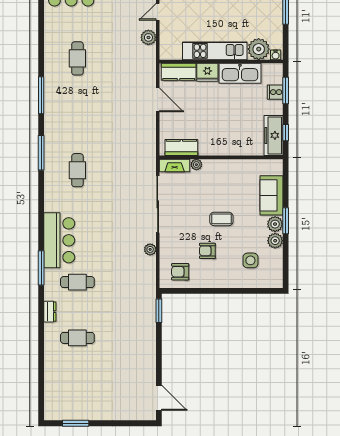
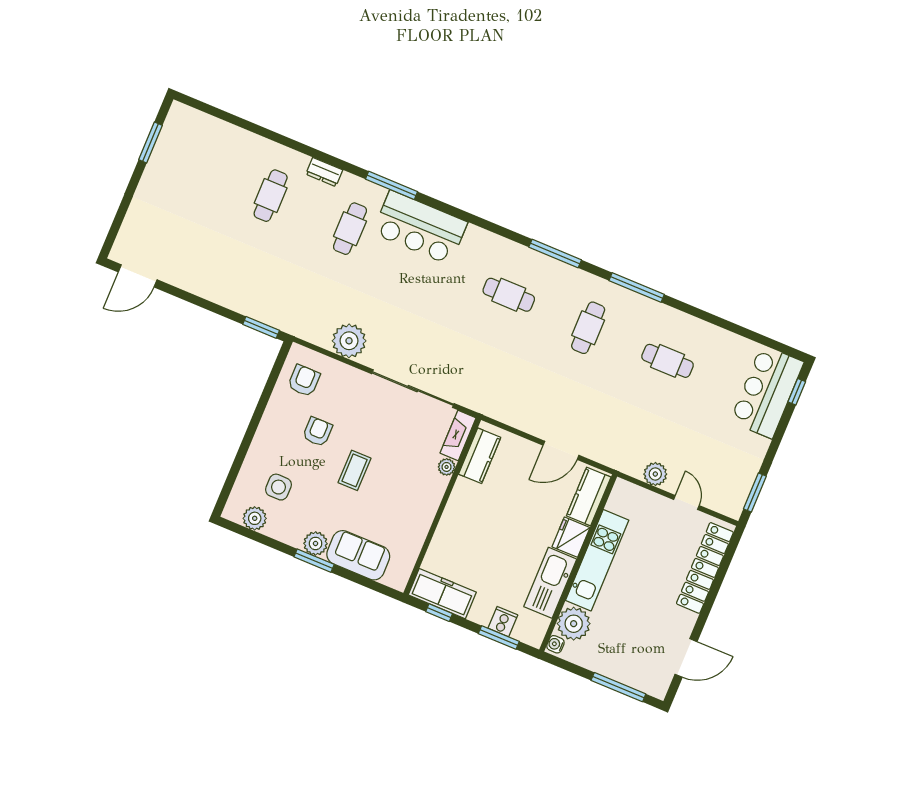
cafe table: (77, 114) -> (588, 328), added
plant: (275, 241) -> (255, 518), moved
plant: (150, 249) -> (349, 341), width x1.88, depth x1.88

